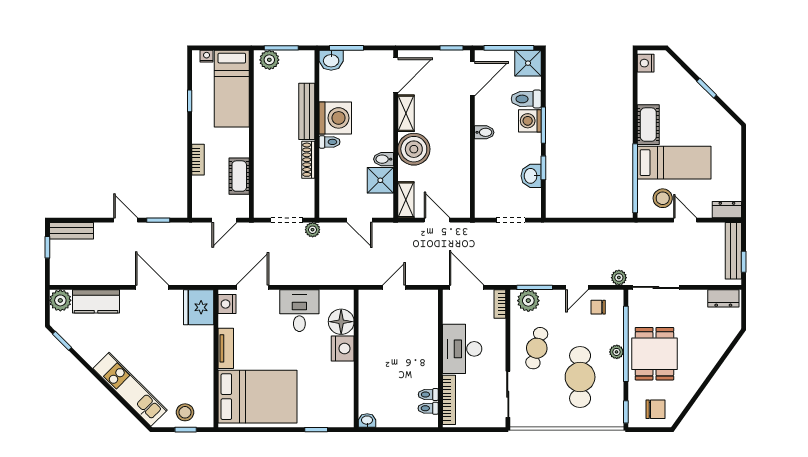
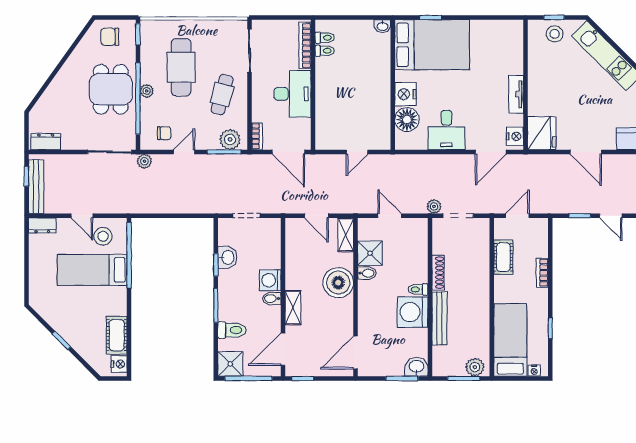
shelving: (406, 113) -> (293, 308), moved
washing machine: (530, 121) -> (270, 280), moved, turned 180
cot: (648, 125) -> (117, 335), moved
bed: (257, 397) -> (432, 45), moved, turned 180

